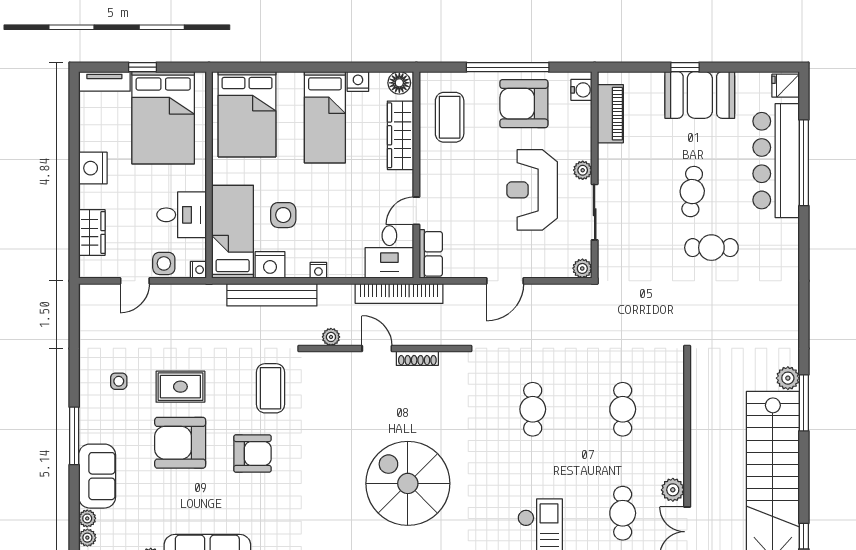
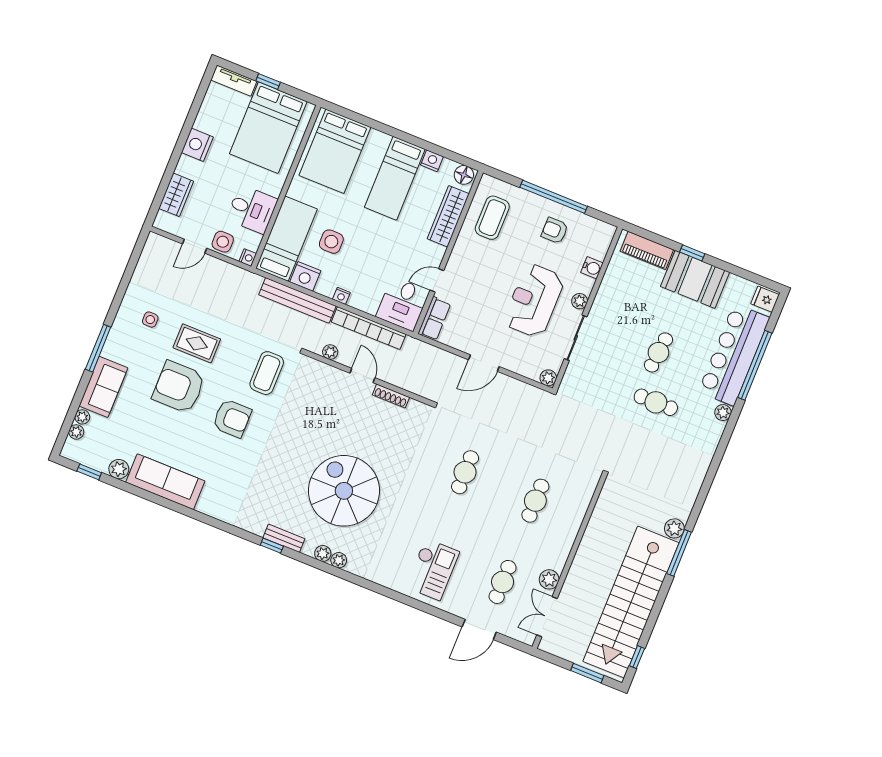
water cooler: (581, 90) -> (592, 268), moved
armchair: (524, 104) -> (555, 231), width x0.53, depth x0.53
piano: (610, 114) -> (647, 250), moved, turned 90
plant: (790, 229) -> (723, 413), added
bookcase: (399, 293) -> (369, 328), moved

